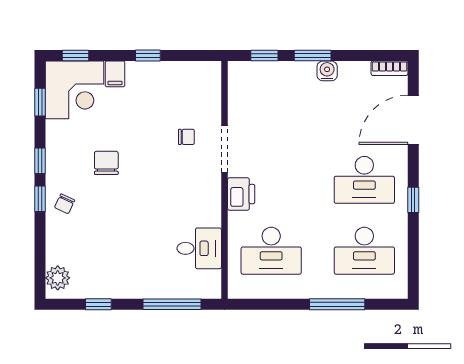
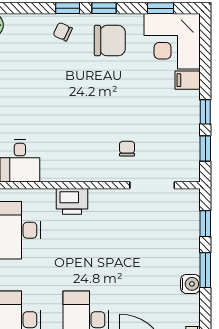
window: (76, 56) -> (205, 149), moved
chair: (186, 137) -> (127, 149), turned 180
doorway: (224, 149) -> (152, 185), moved
chair: (106, 163) -> (110, 41), moved, width x1.37, depth x1.37

